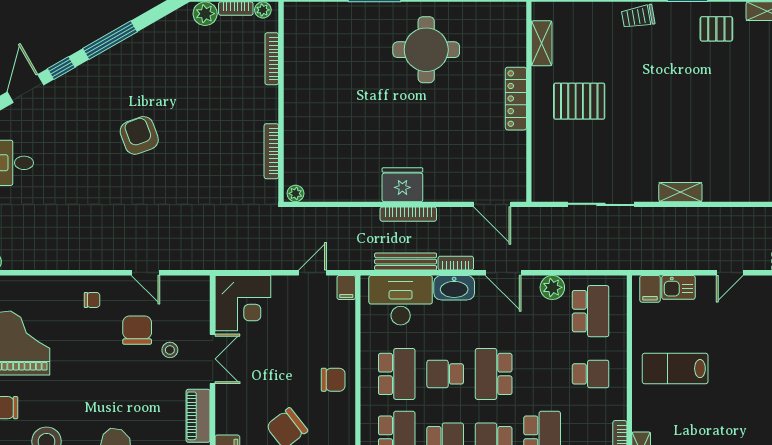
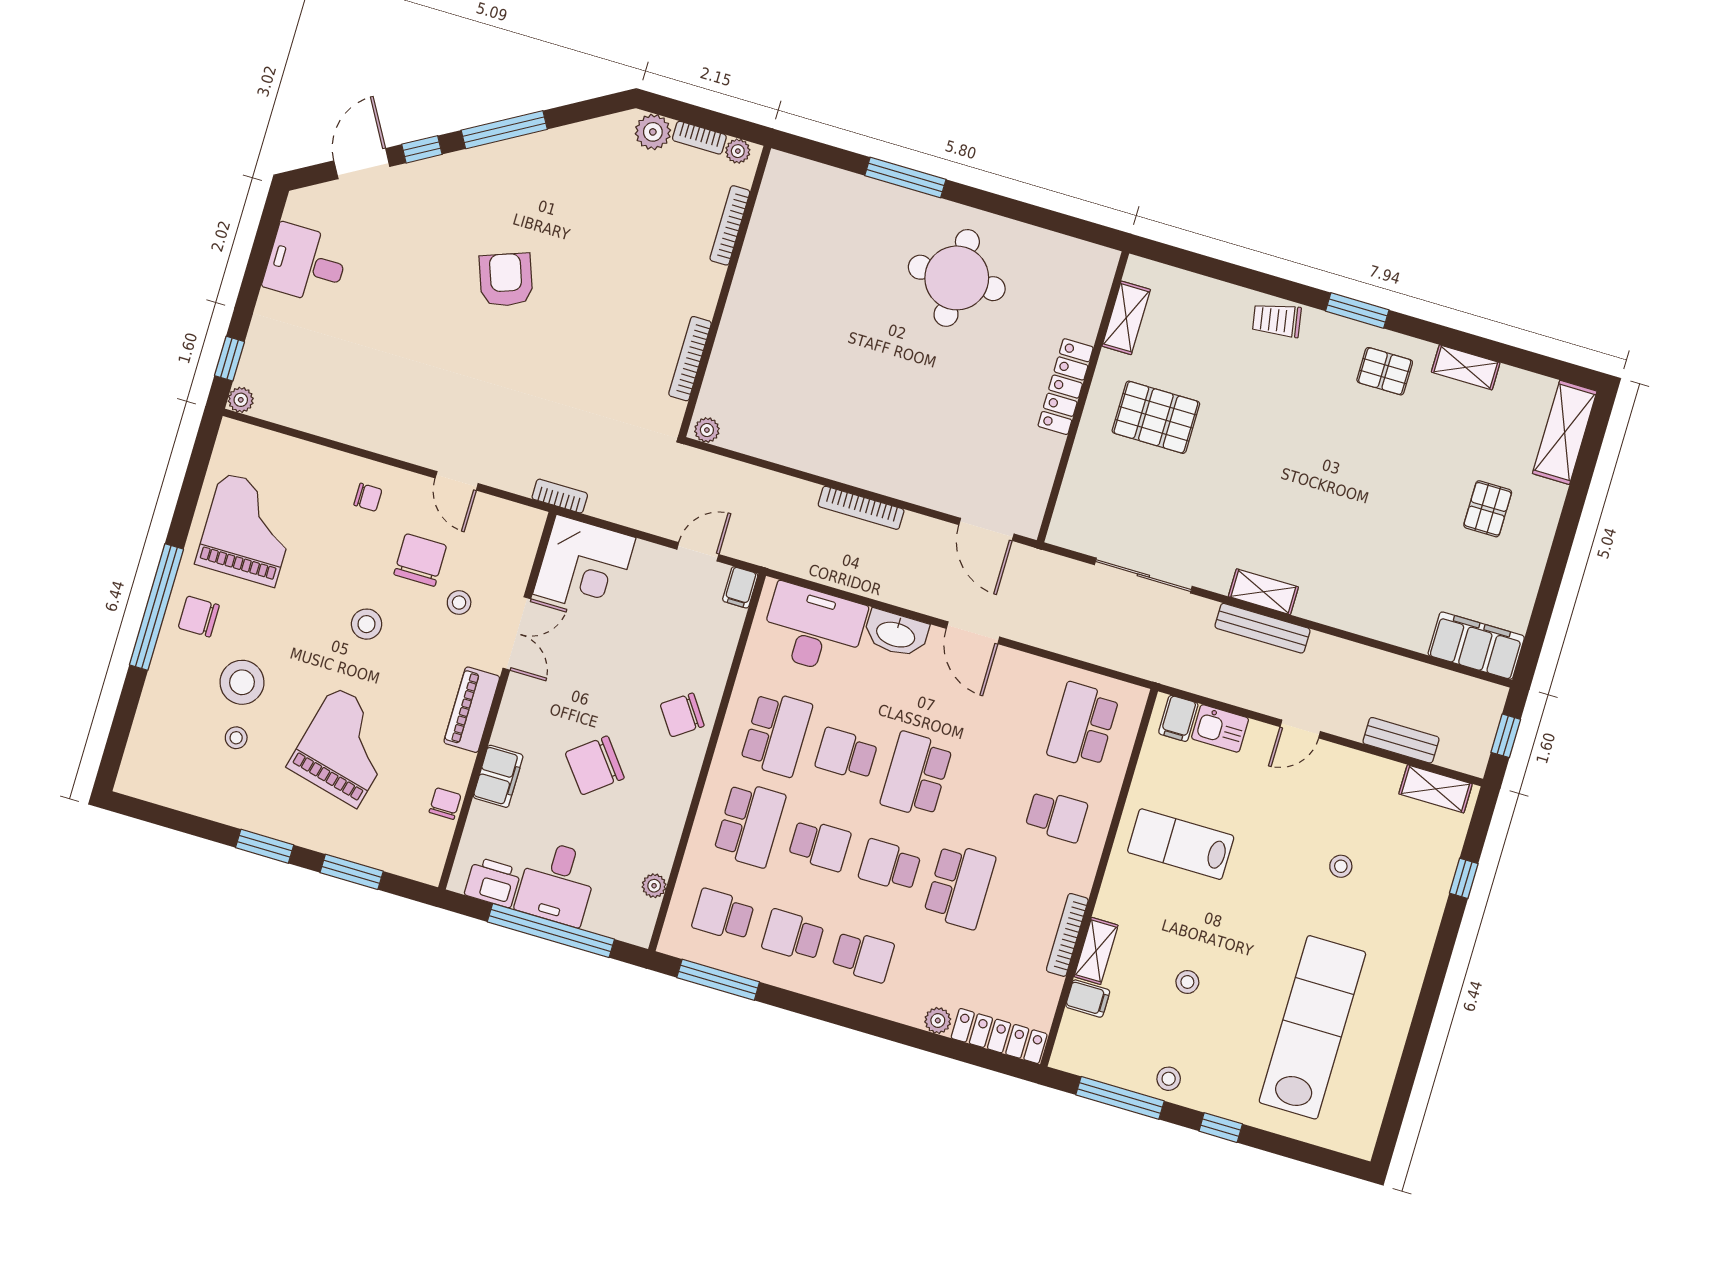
fridge: (402, 185) -> (865, 463), removed
bench: (406, 262) -> (1262, 628), moved
bookcase: (456, 263) -> (560, 496), moved
plant: (552, 287) -> (1038, 675), removed
school desk: (591, 311) -> (1083, 725), turned 180
chair: (333, 380) -> (682, 715), turned 145
stool: (115, 381) -> (367, 624), added

